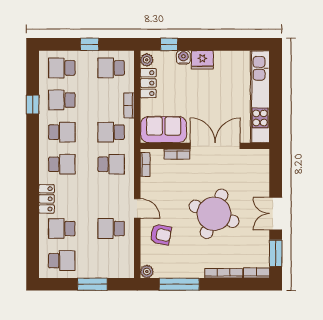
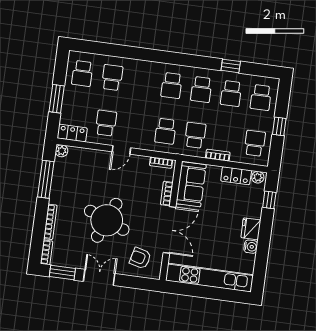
water cooler: (183, 57) -> (251, 247), moved
school desk: (62, 68) -> (261, 98), turned 180
school desk: (62, 100) -> (231, 94), turned 180
locker: (46, 199) -> (72, 133), moved, turned 180
armchair: (161, 234) -> (140, 258), moved, turned 93

